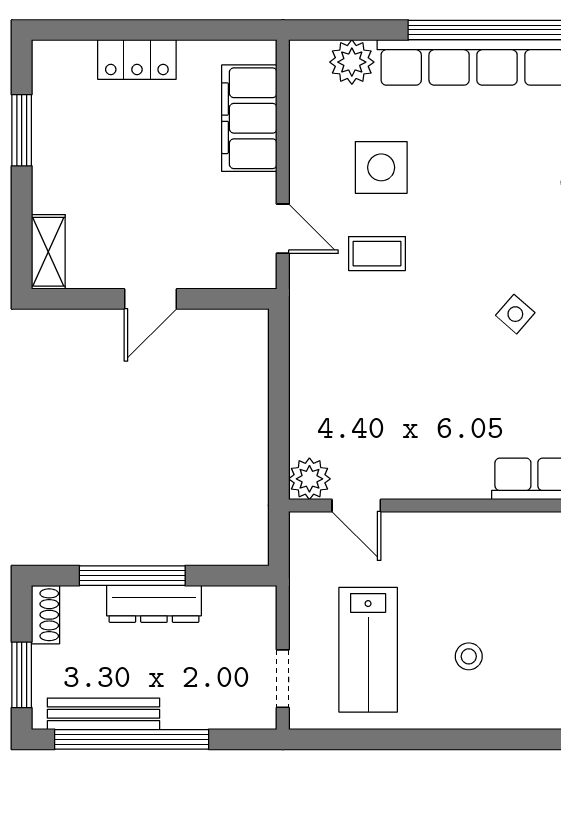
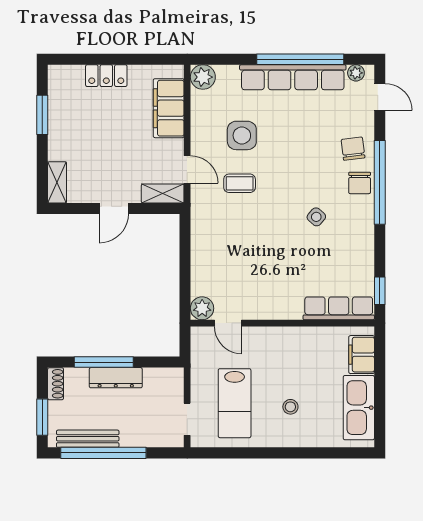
plant: (352, 62) -> (203, 77), moved
shelving: (239, 272) -> (163, 193), added

